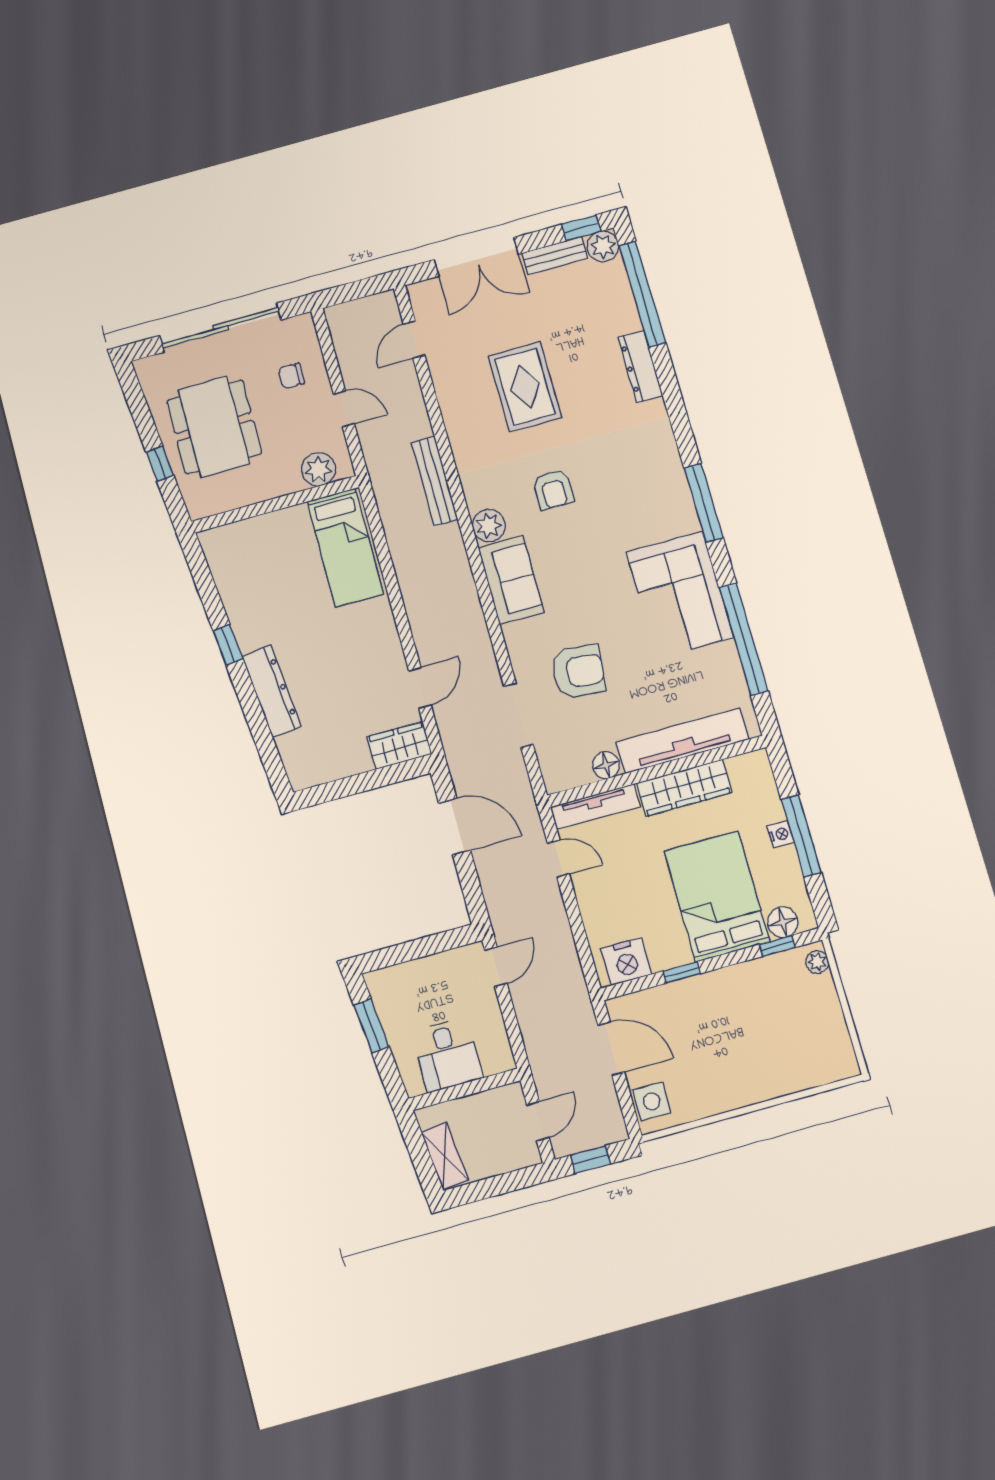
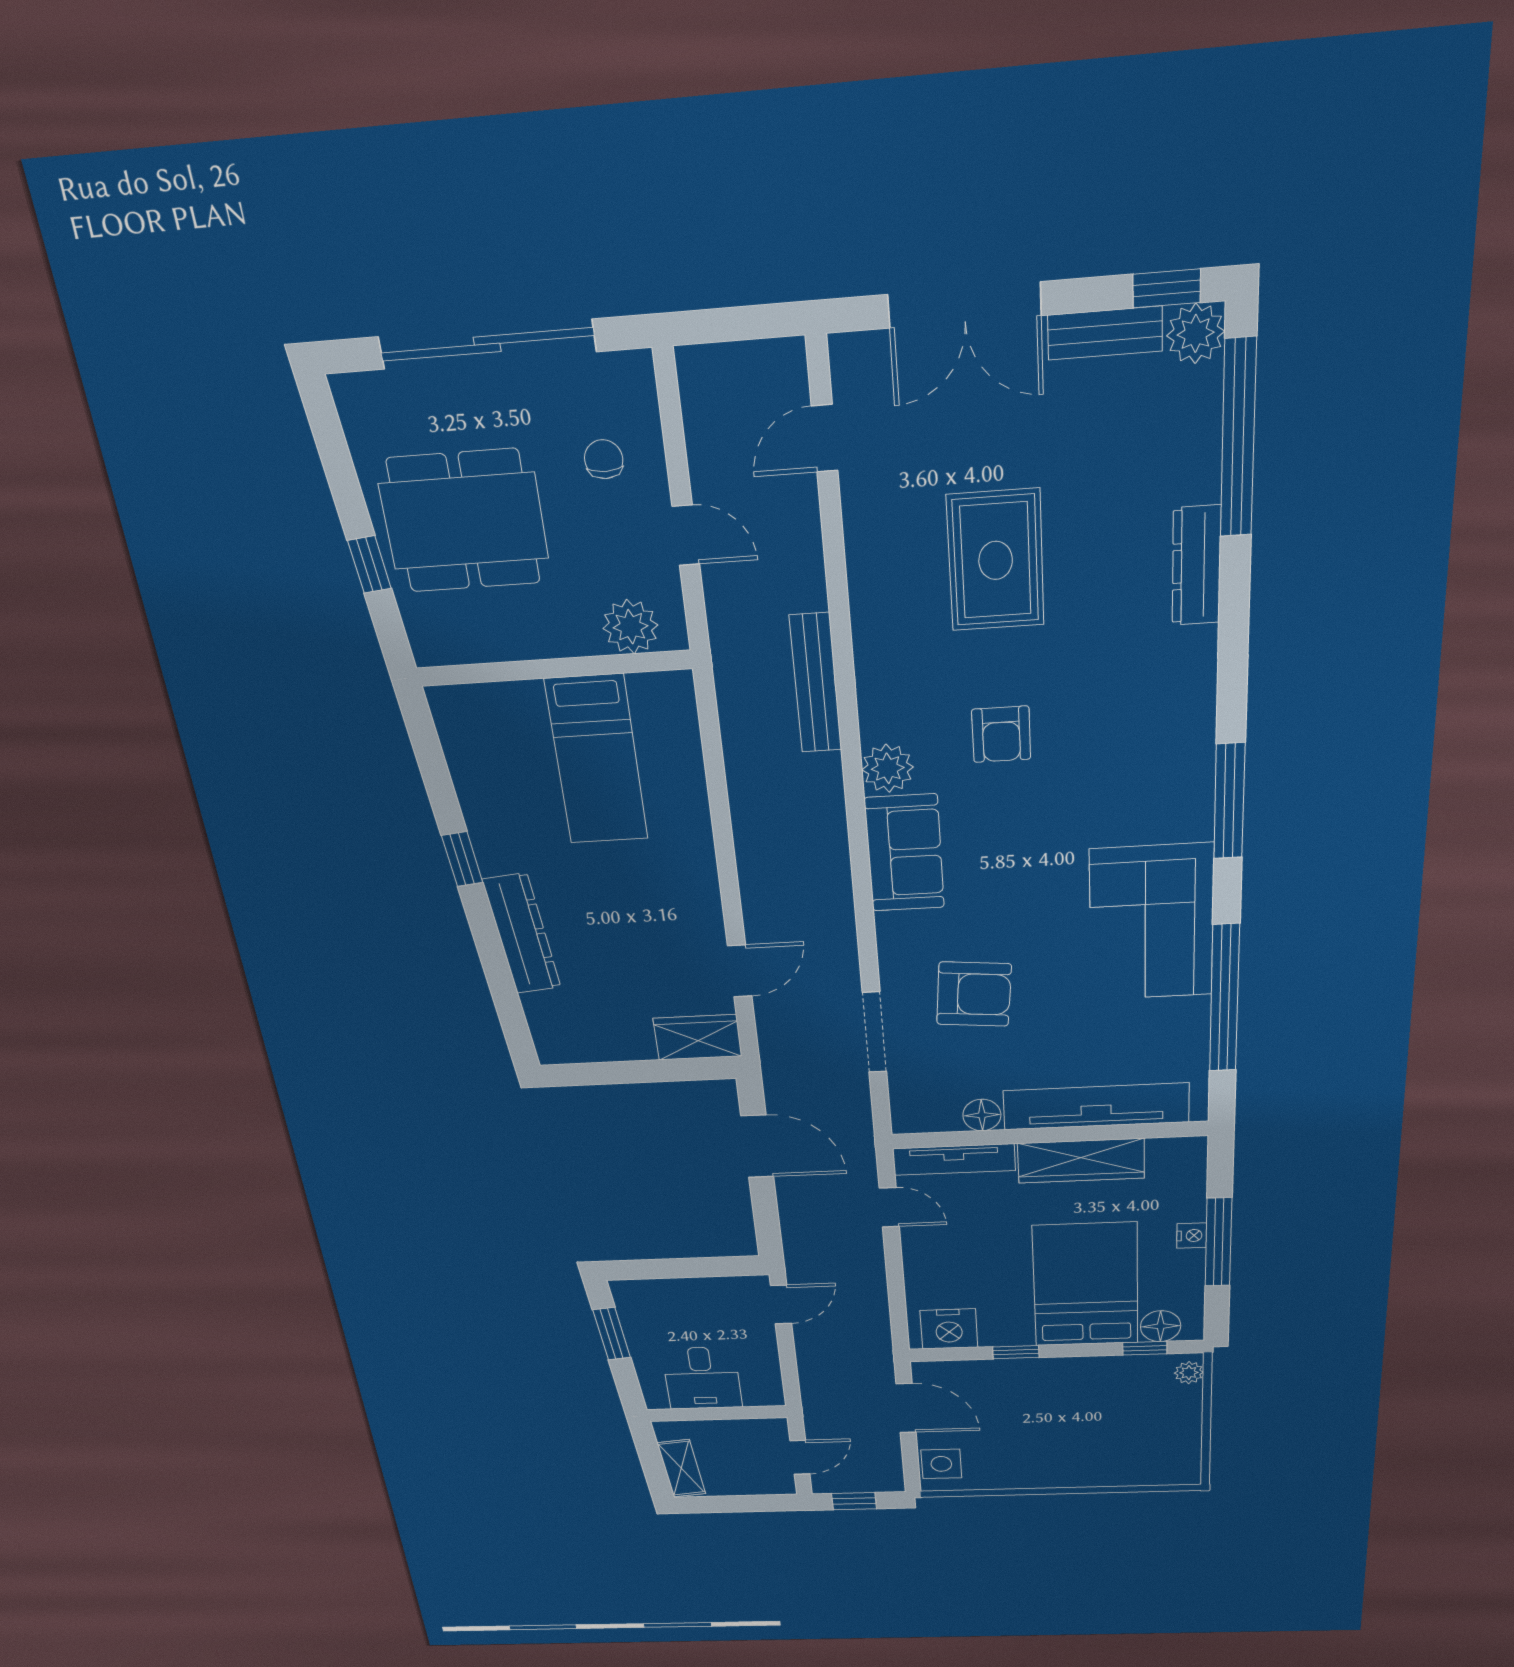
chair: (291, 376) -> (604, 459), turned 90
dining table: (214, 427) -> (464, 521), turned 90
bed: (345, 548) -> (597, 760), moved

